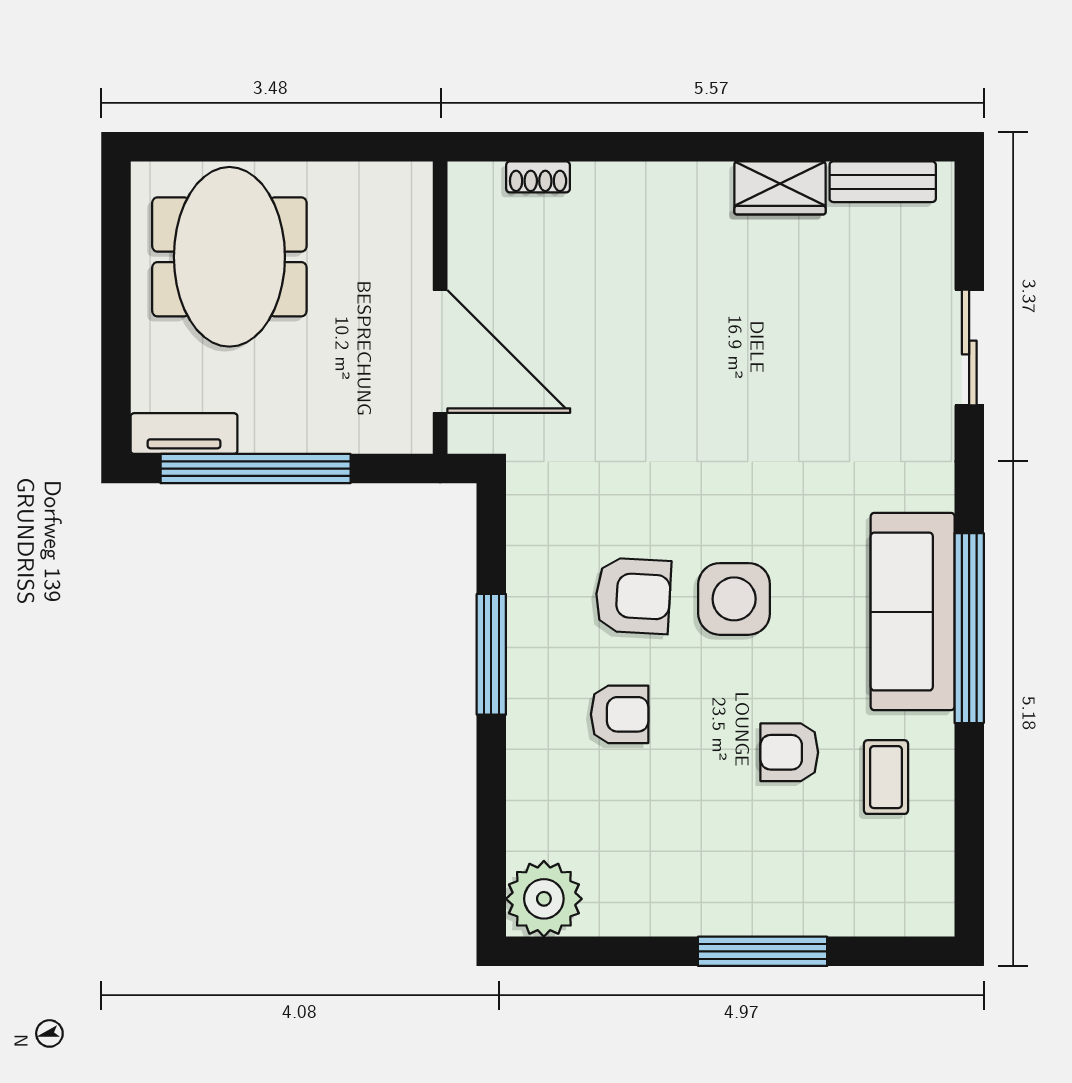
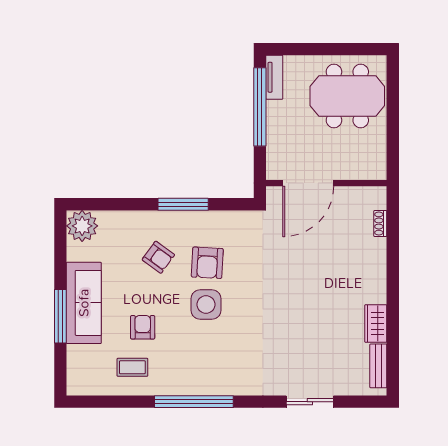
sofa: (913, 612) -> (84, 303), moved, turned 90
armchair: (620, 714) -> (158, 257), turned -54

